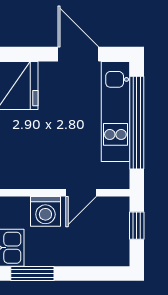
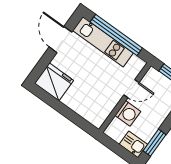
door: (78, 54) -> (60, 40), hinge flipped
door: (81, 193) -> (131, 89), hinge flipped

